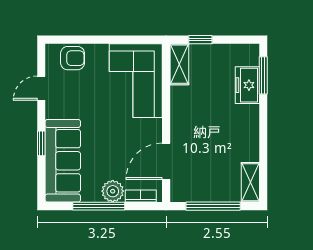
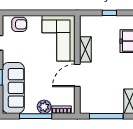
window: (200, 40) -> (109, 13), moved
shelving: (179, 64) -> (85, 49), moved
door: (166, 161) -> (77, 75), moved

